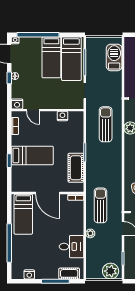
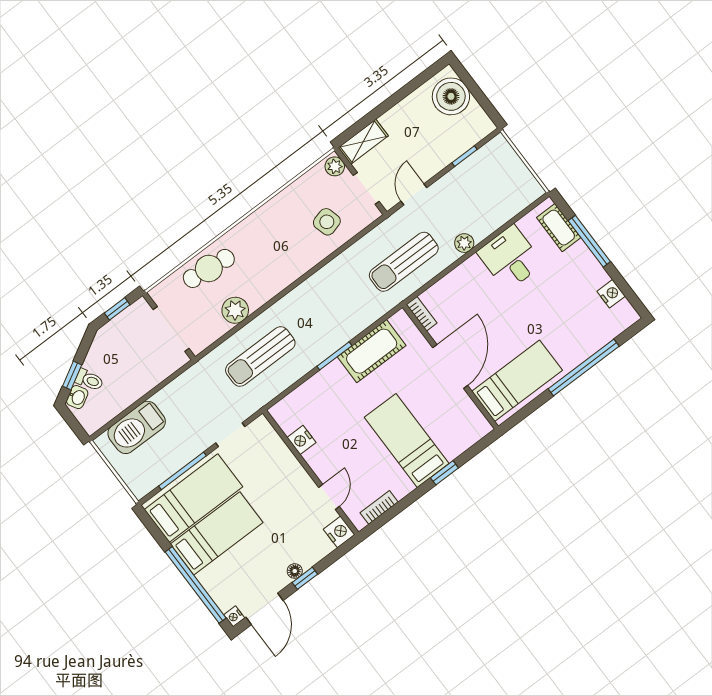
plant: (111, 271) -> (502, 161), removed

